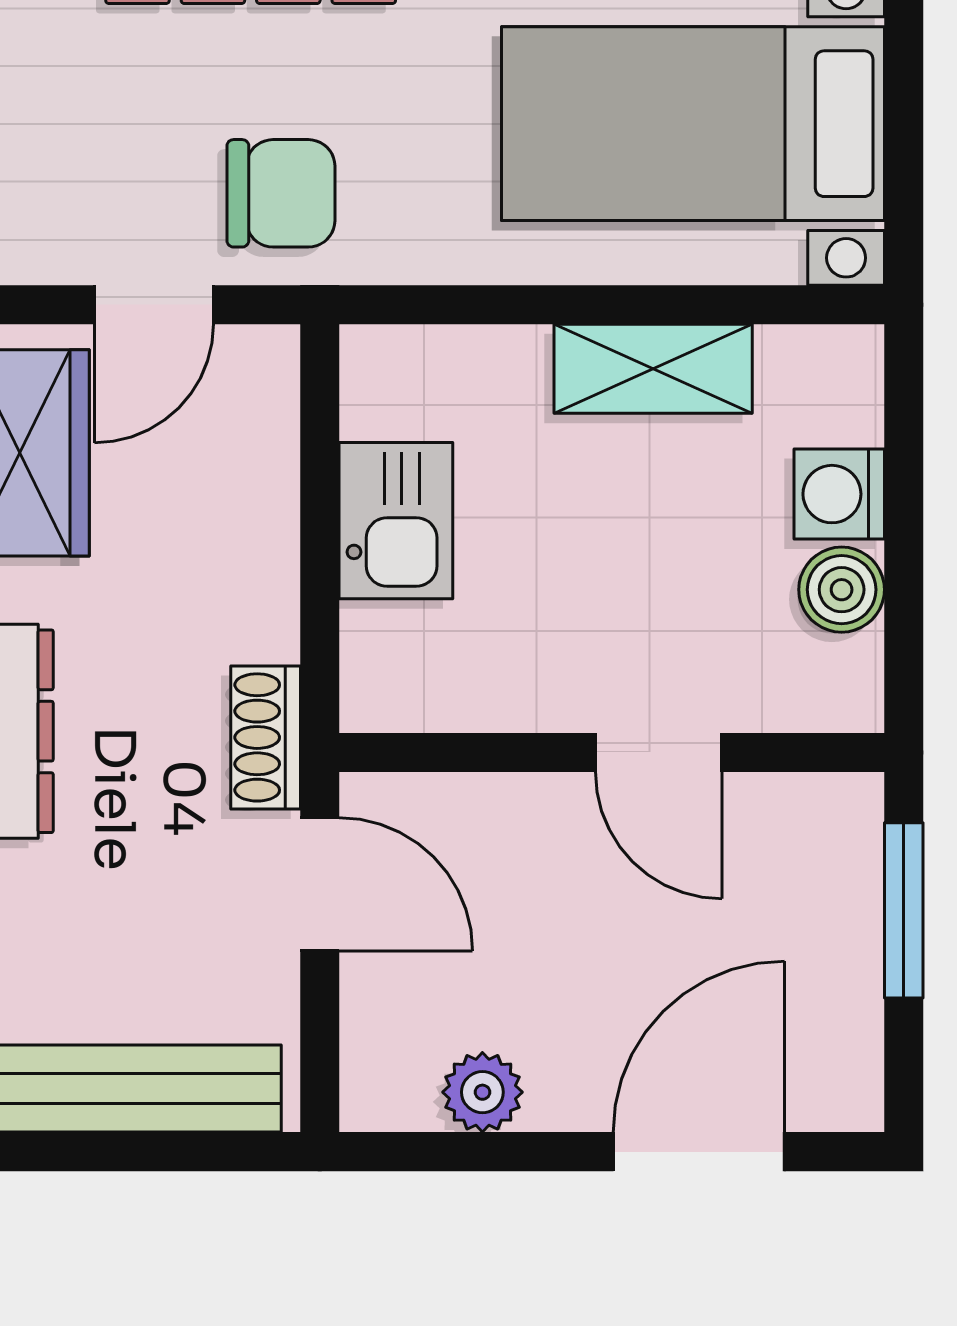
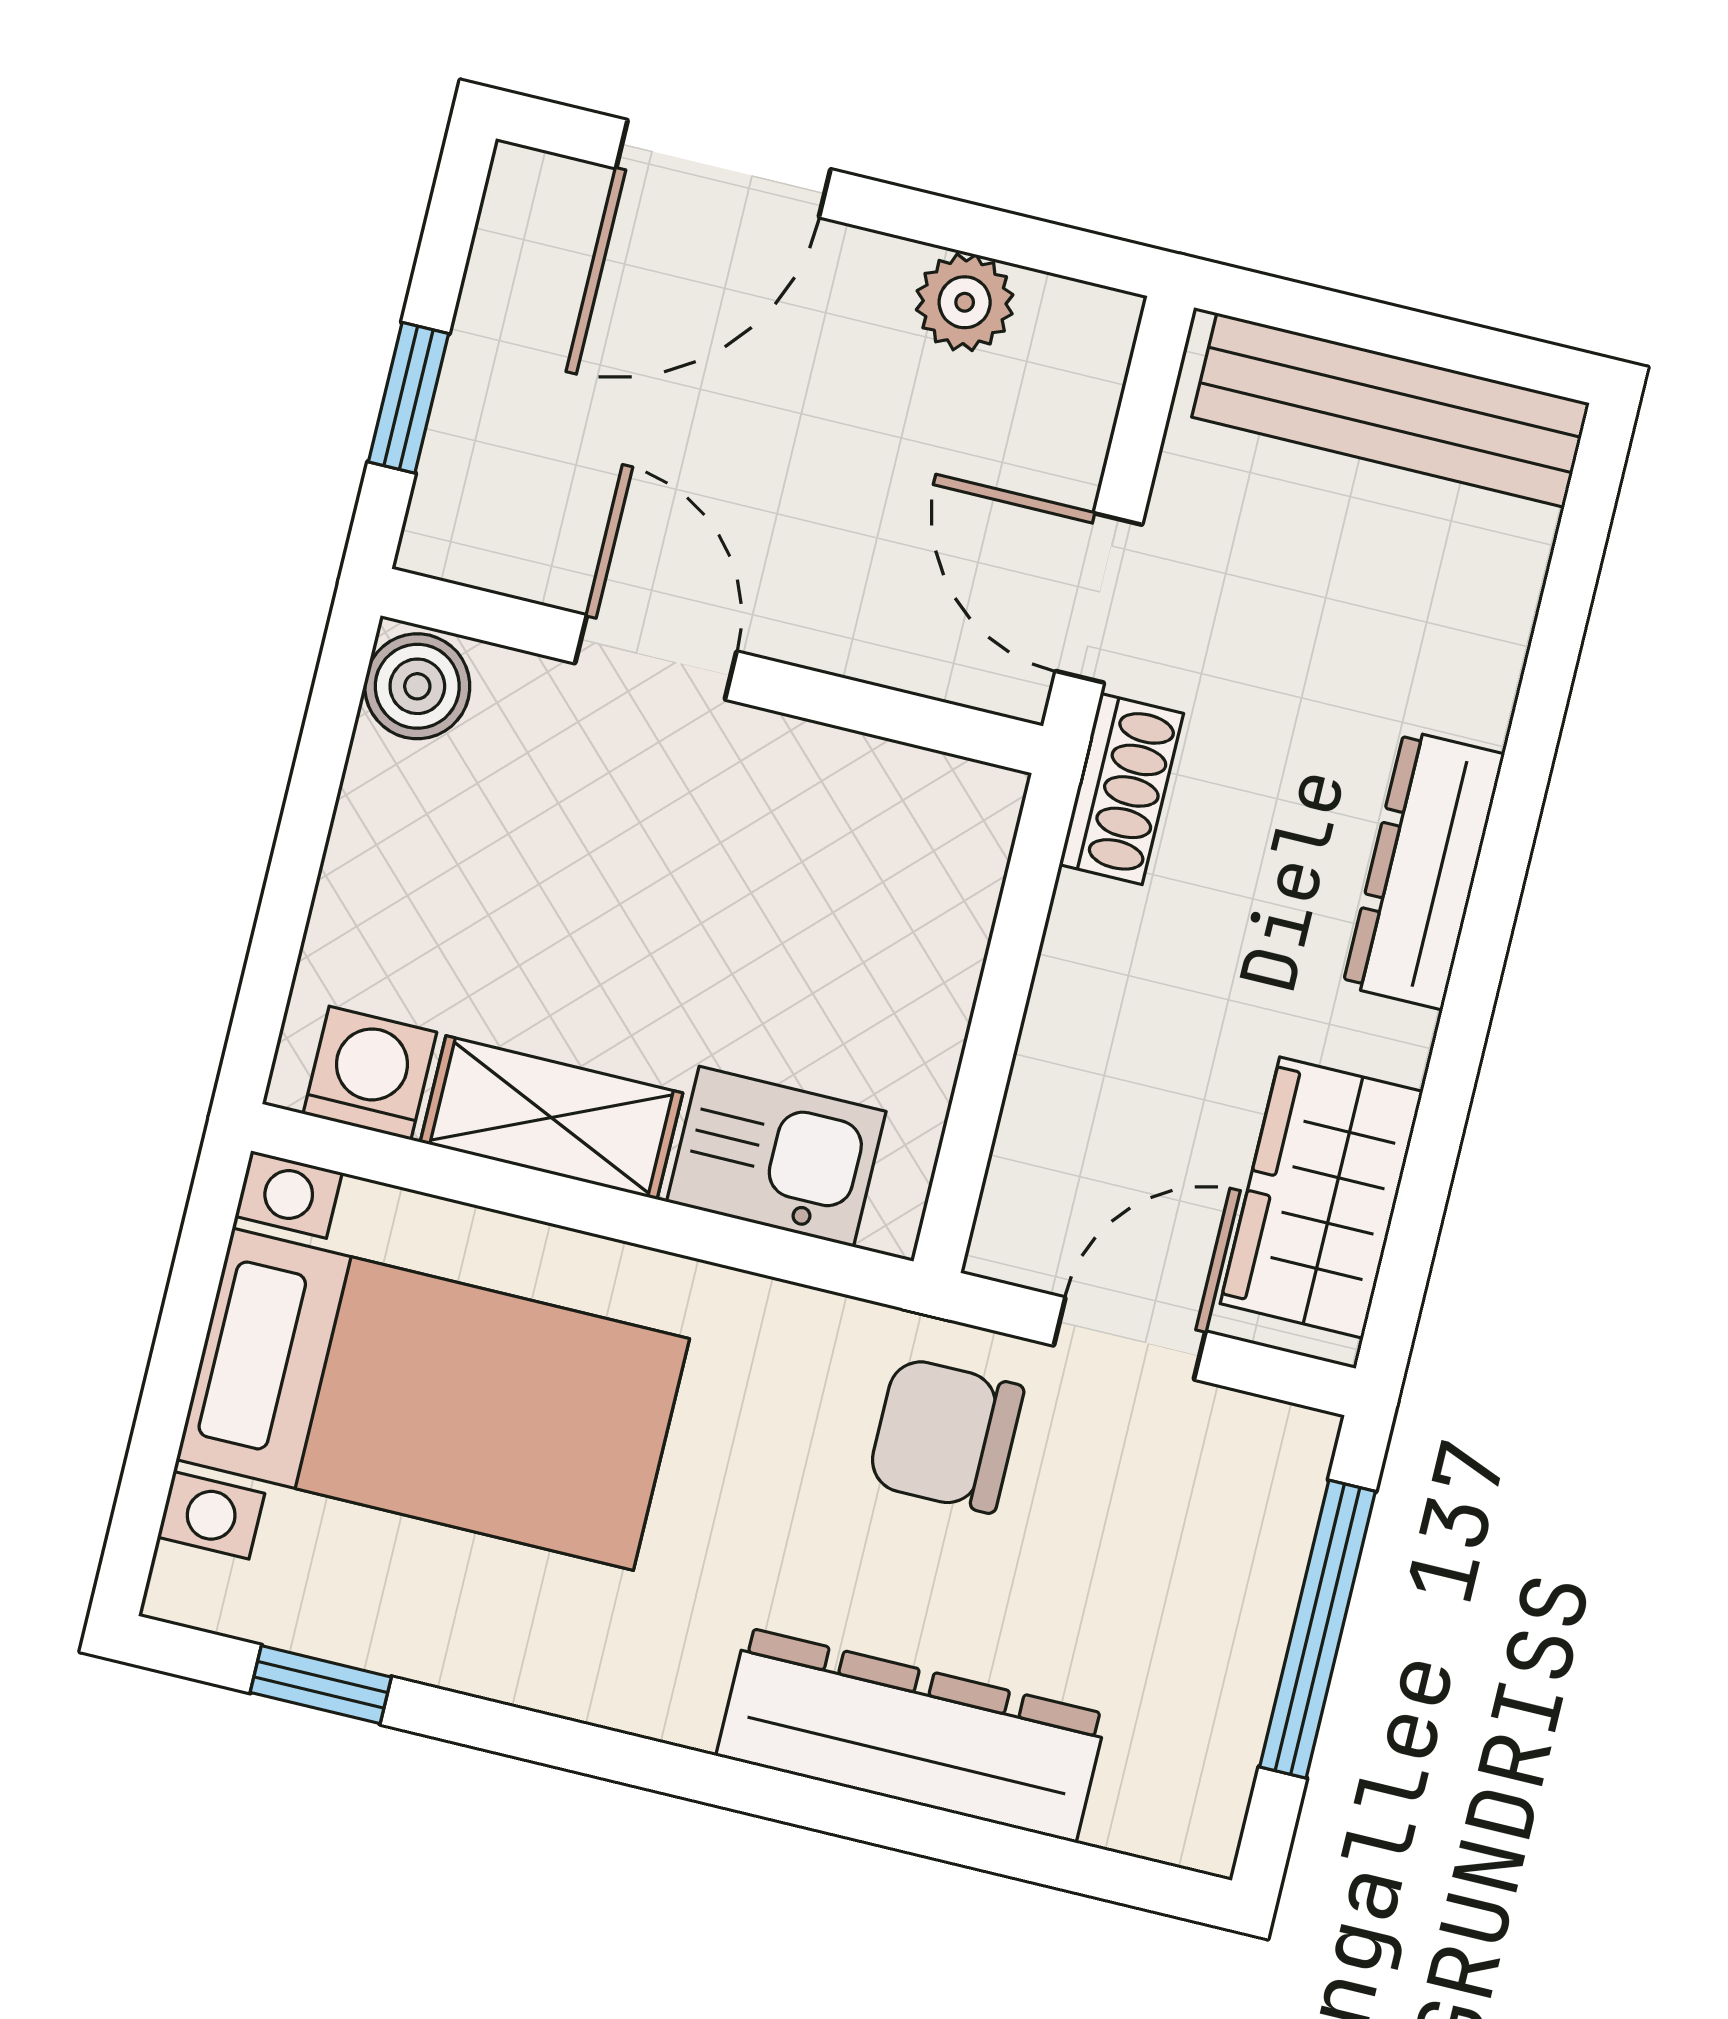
washing machine: (839, 494) -> (370, 1073), moved, turned -90
kitchen sink: (396, 521) -> (776, 1157), moved, turned 90
boiler: (842, 590) -> (417, 686), moved
window: (904, 910) -> (408, 398), width x0.67

